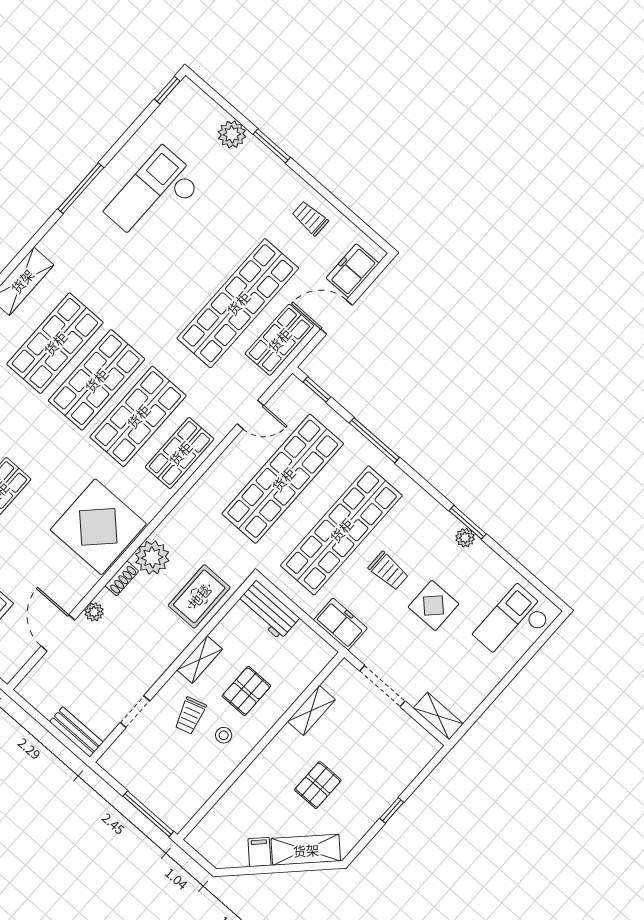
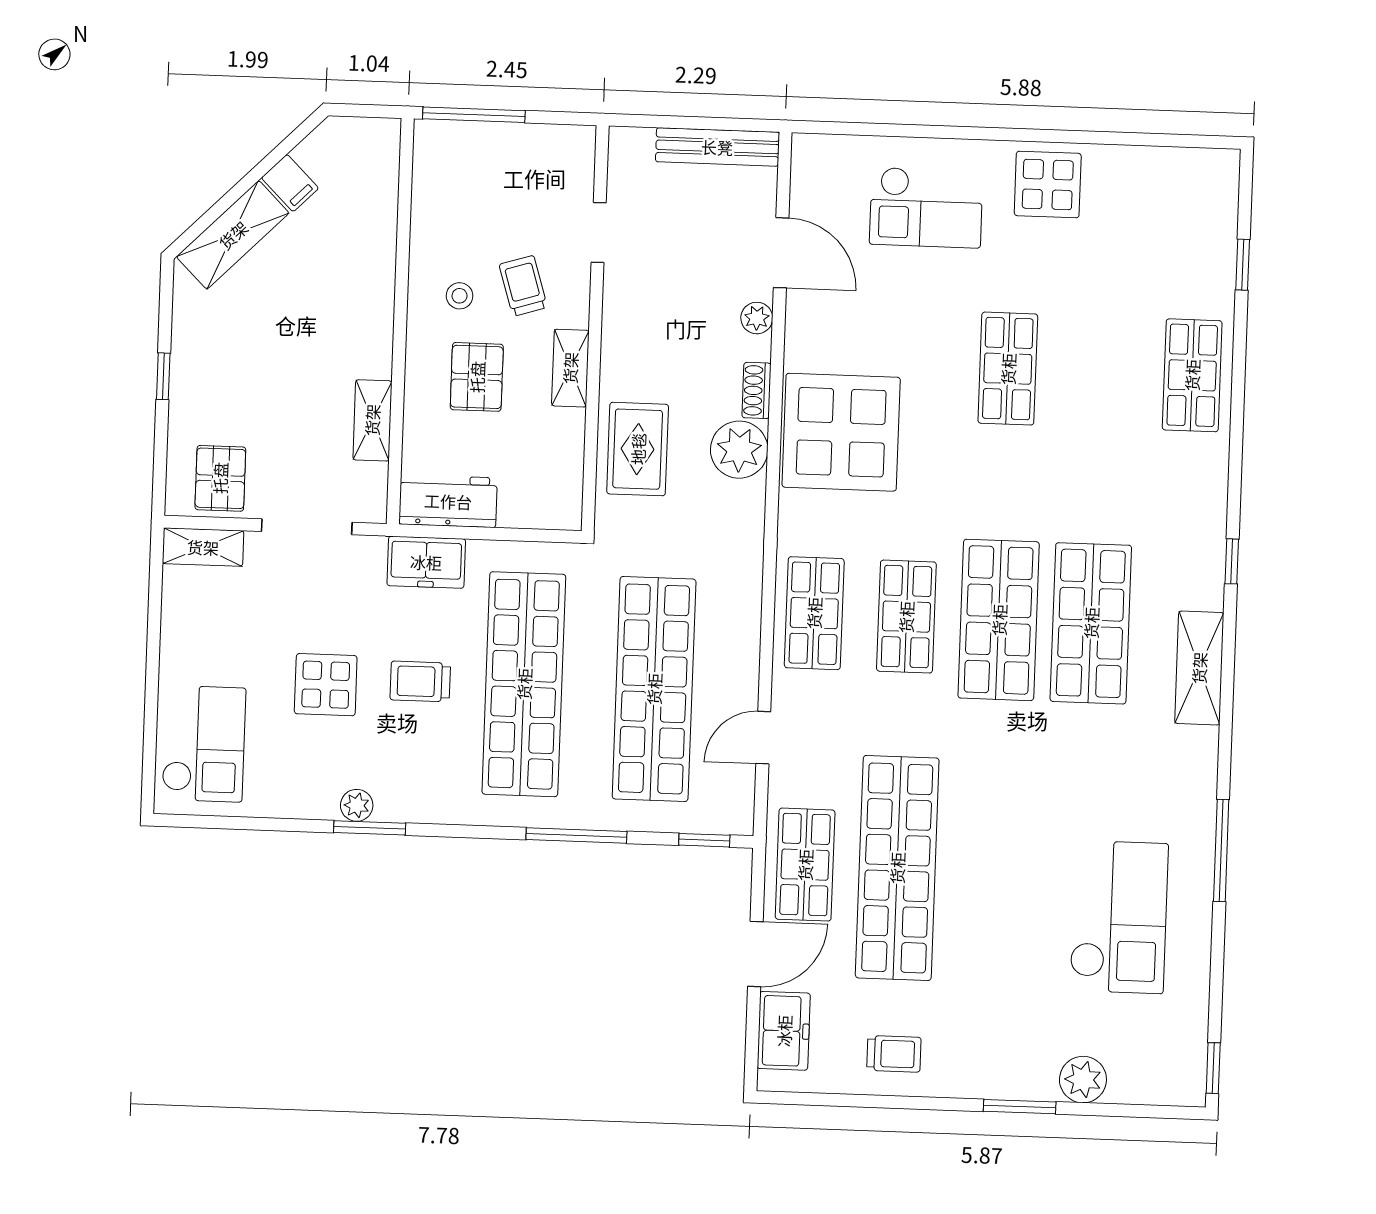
shop shelf: (138, 416) -> (906, 617), width x0.70, depth x0.74
workbench: (268, 610) -> (448, 501), moved
bench: (76, 732) -> (717, 147), moved, width x1.36
pallet: (318, 785) -> (220, 478), moved

